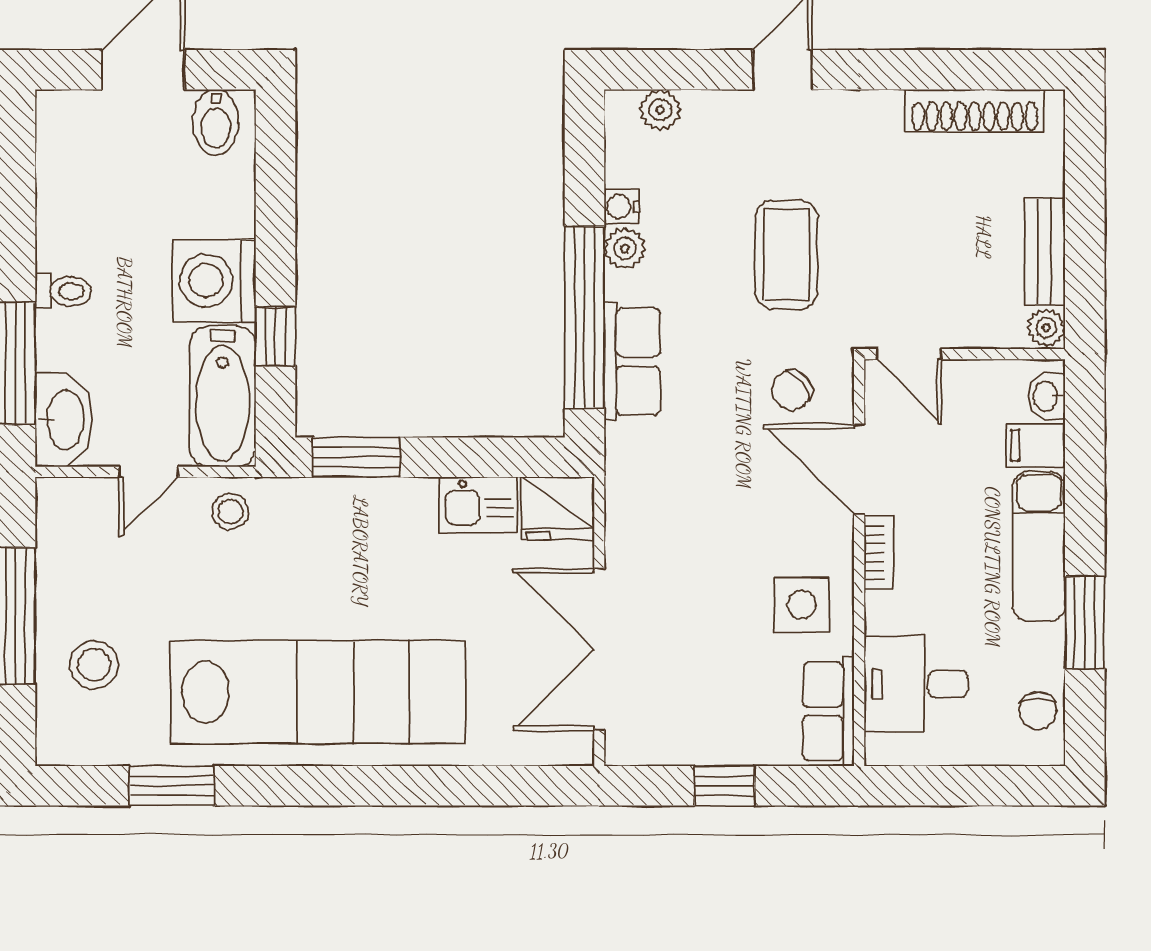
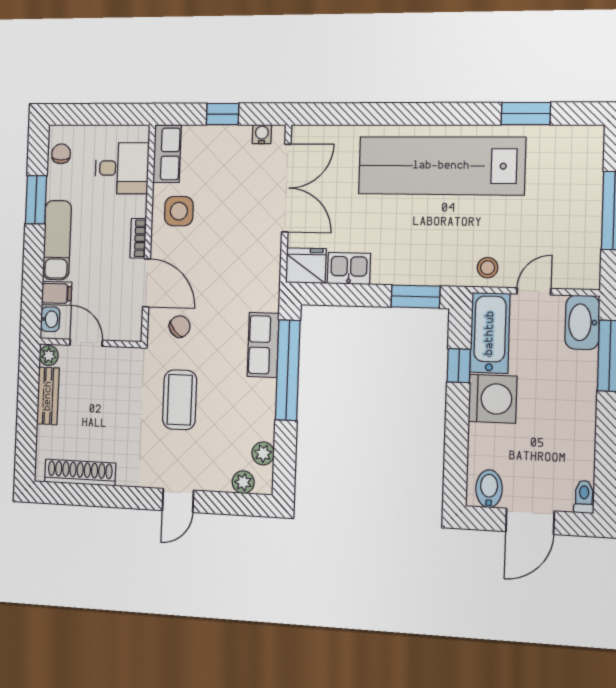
water cooler: (622, 206) -> (262, 134), moved, turned -90
plant: (625, 249) -> (263, 453), moved
toilet: (63, 291) -> (584, 497), moved, turned 90
door: (909, 354) -> (86, 343), moved
stool: (94, 665) -> (569, 182), removed

